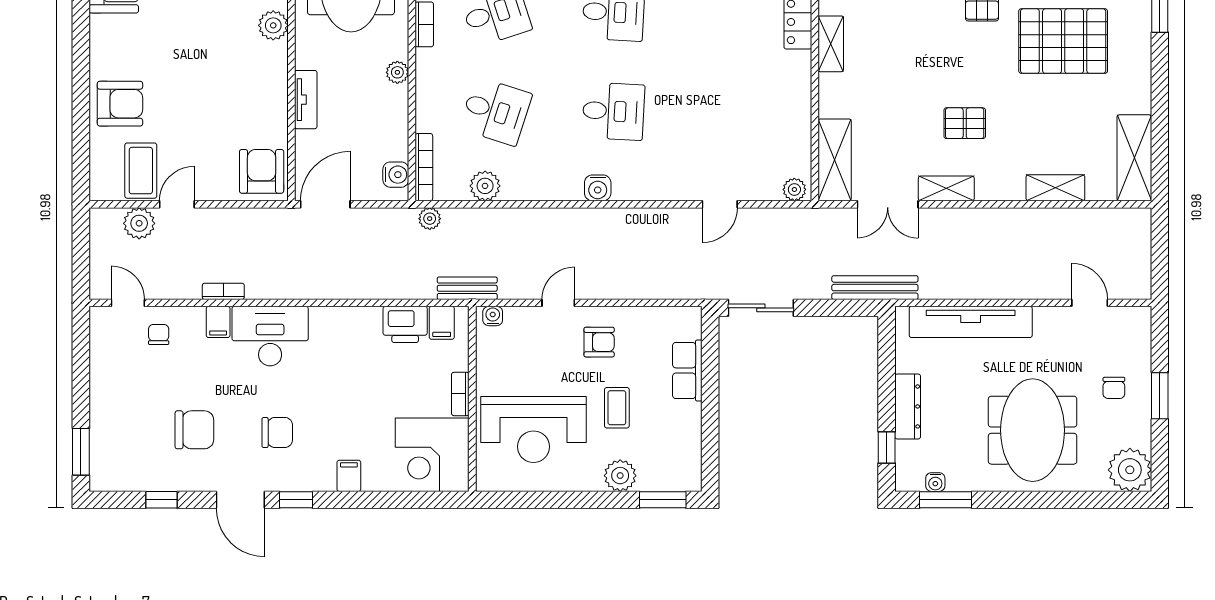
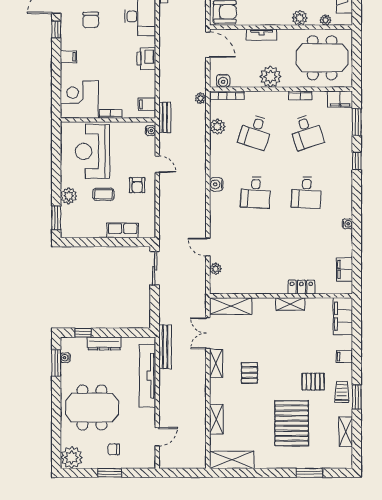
plant: (397, 72) -> (271, 77), width x1.88, depth x1.88
plant: (794, 189) -> (215, 269), moved
bench: (875, 288) -> (165, 347), moved
printer: (405, 324) -> (146, 59), moved

